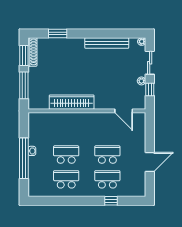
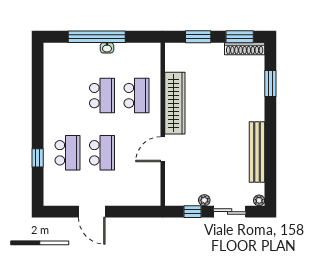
window: (24, 85) -> (198, 37), width x0.69
door: (124, 111) -> (163, 149), moved
school desk: (66, 179) -> (136, 96), moved

